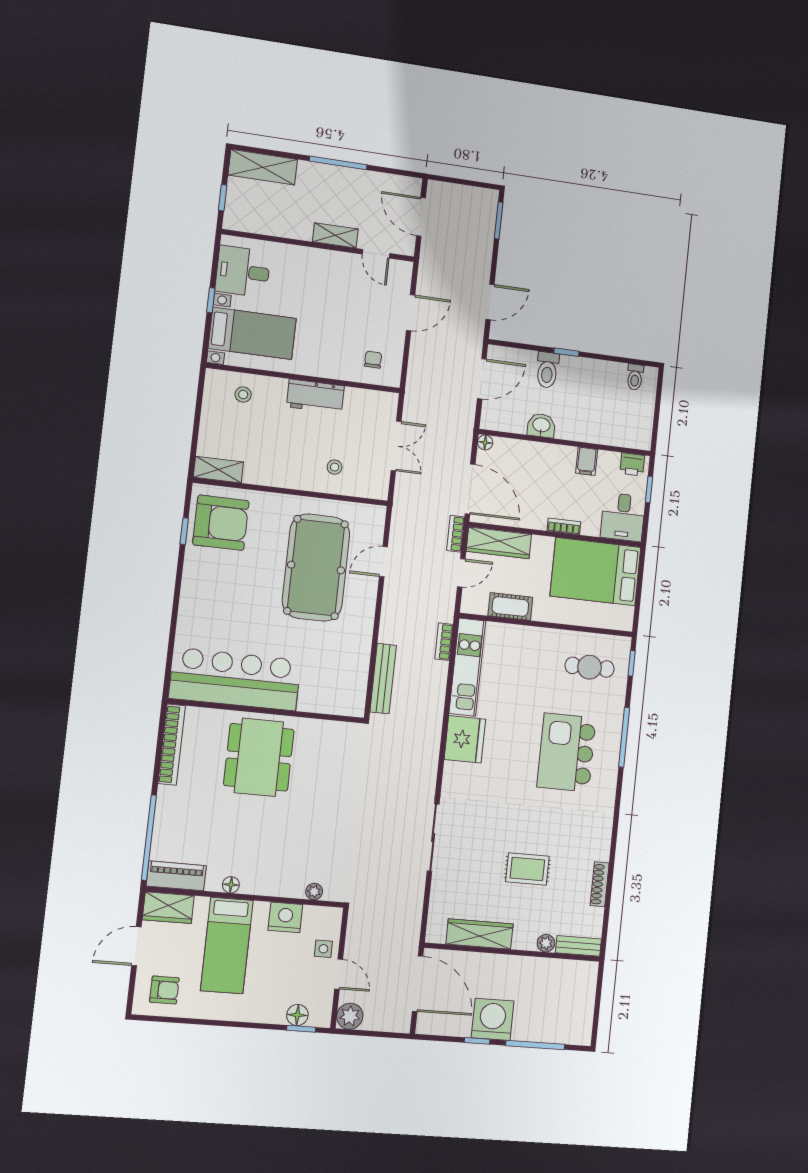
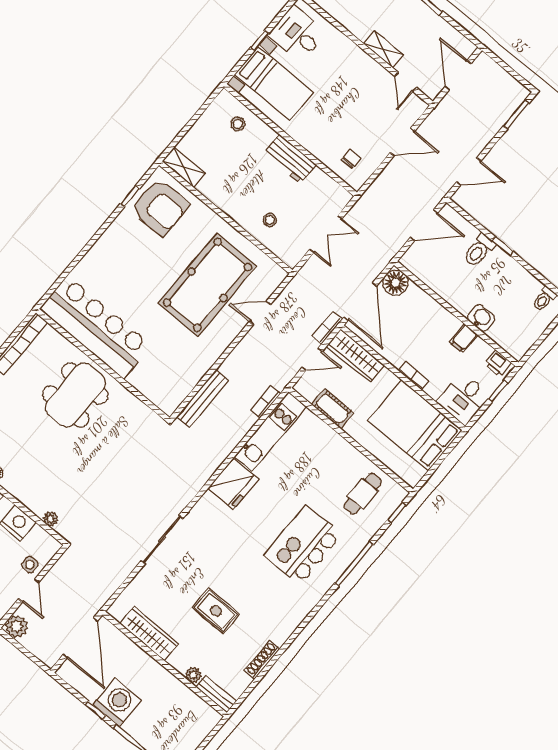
washbasin: (541, 425) -> (481, 318), moved
floor lamp: (485, 442) -> (396, 283), width x1.89, depth x1.89
cafe table: (590, 667) -> (363, 494), turned 90

